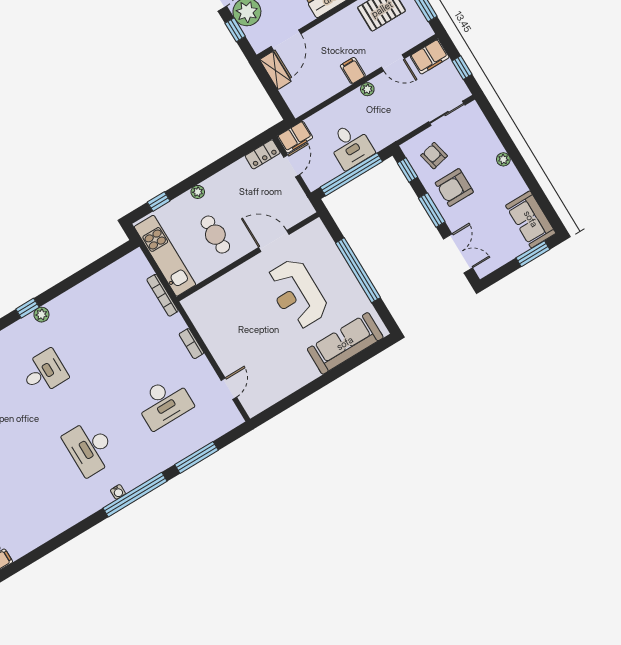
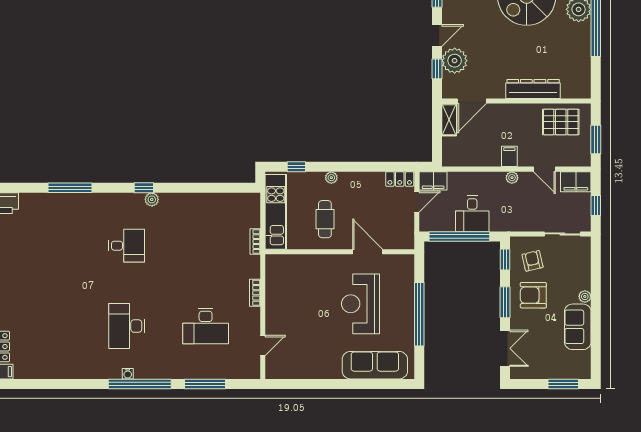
sofa: (531, 219) -> (578, 327), moved
bookcase: (163, 295) -> (255, 242), width x0.64

